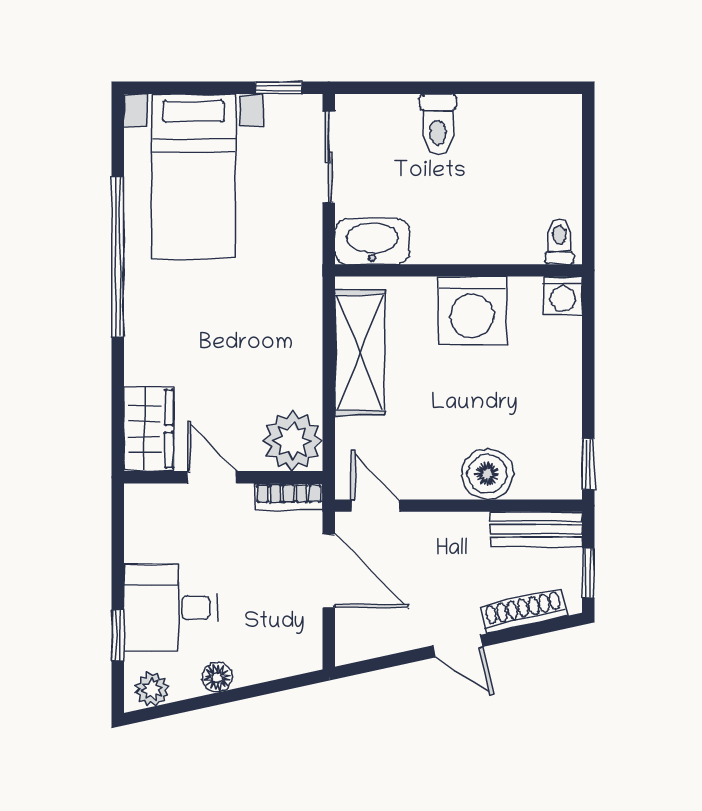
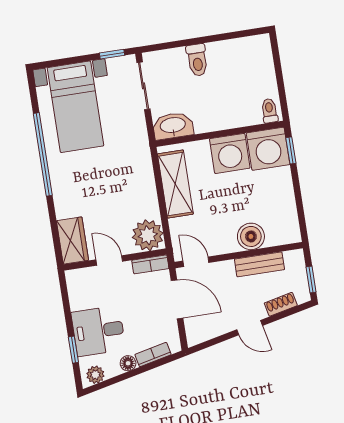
washing machine: (563, 296) -> (268, 149), width x1.89, depth x1.89
window: (588, 464) -> (291, 150), moved
bench: (536, 529) -> (259, 264), moved
shoe rack: (524, 611) -> (281, 304), width x0.70
bookcase: (267, 668) -> (153, 355), added

